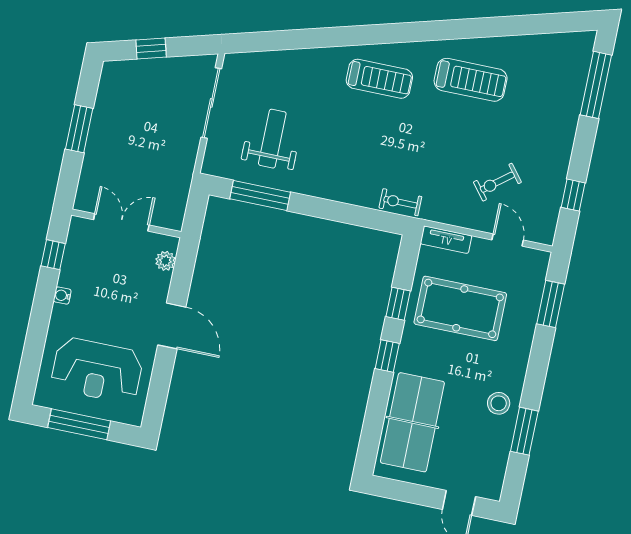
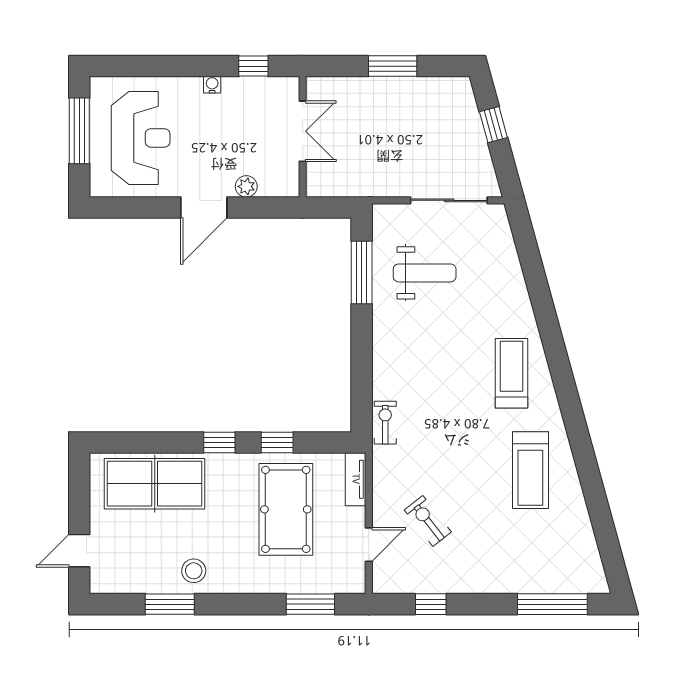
treadmill: (379, 79) -> (511, 373), turned 180
plant: (165, 261) -> (246, 186), moved
reception desk: (97, 370) -> (141, 138), turned 180

